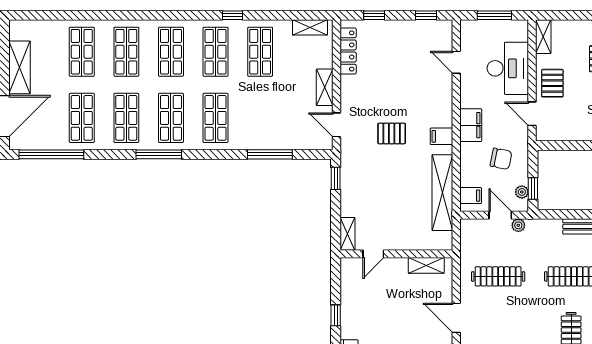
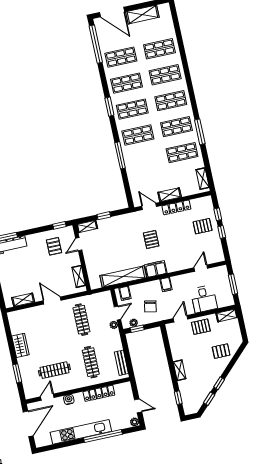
window: (232, 15) -> (200, 132), width x2.17
window: (426, 15) -> (222, 232), moved
pallet: (388, 44) -> (203, 226), added
locker: (348, 51) -> (176, 207), moved
desk: (508, 68) -> (204, 299), width x0.73
door: (336, 125) -> (149, 206), hinge flipped
filing cabinet: (471, 125) -> (166, 284), width x0.50
filing cabinet: (442, 136) -> (156, 269), width x2.00
window: (159, 154) -> (109, 107), width x0.69
window: (270, 154) -> (120, 155), moved
window: (336, 178) -> (104, 216), moved
door: (373, 254) -> (79, 244), hinge flipped
pallet: (368, 295) -> (54, 246), added
window: (336, 315) -> (59, 225), moved
door: (456, 318) -> (52, 301), hinge flipped

